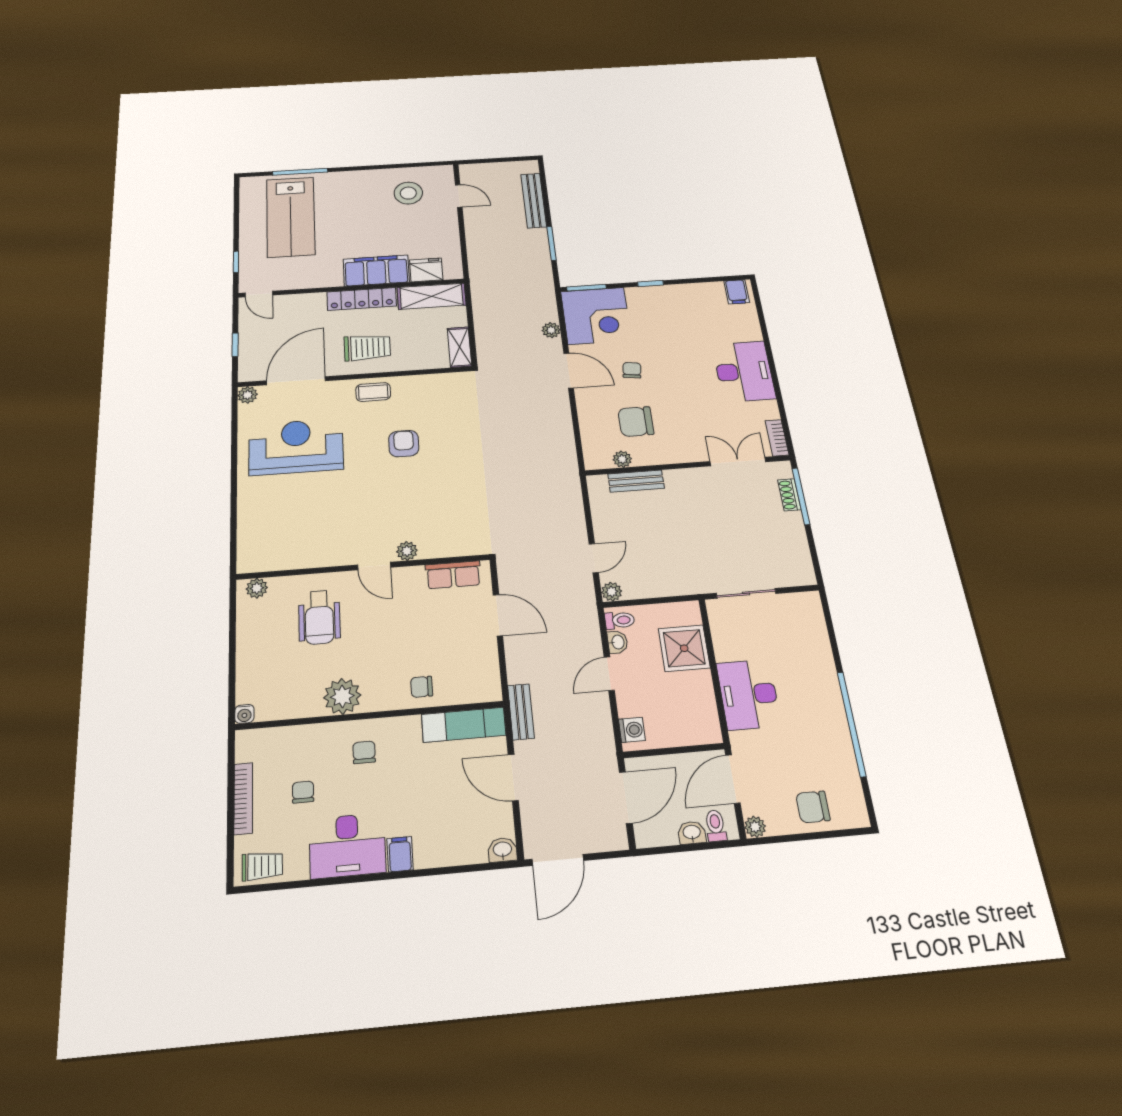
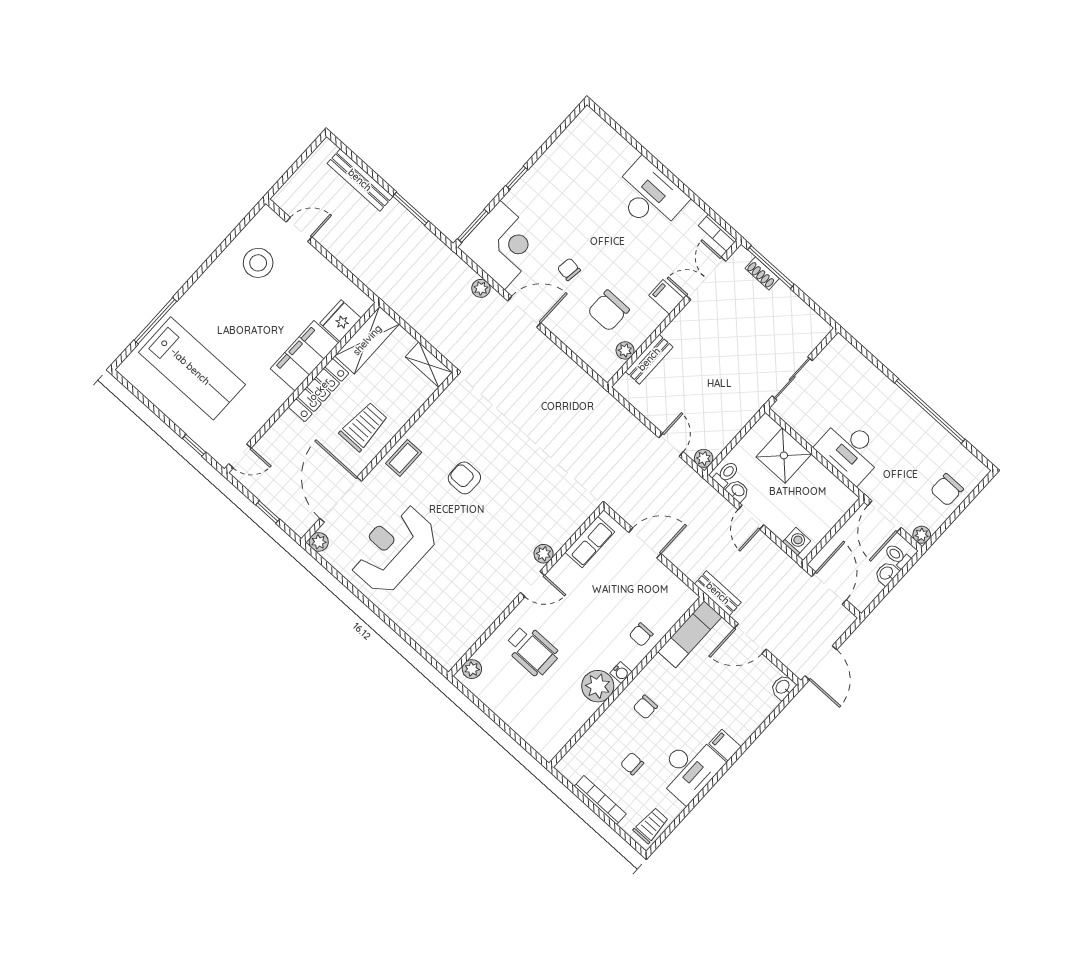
filing cabinet: (737, 292) -> (666, 297), moved, turned 180
water cooler: (244, 714) -> (621, 673), moved
chair: (364, 752) -> (645, 707), turned -90

